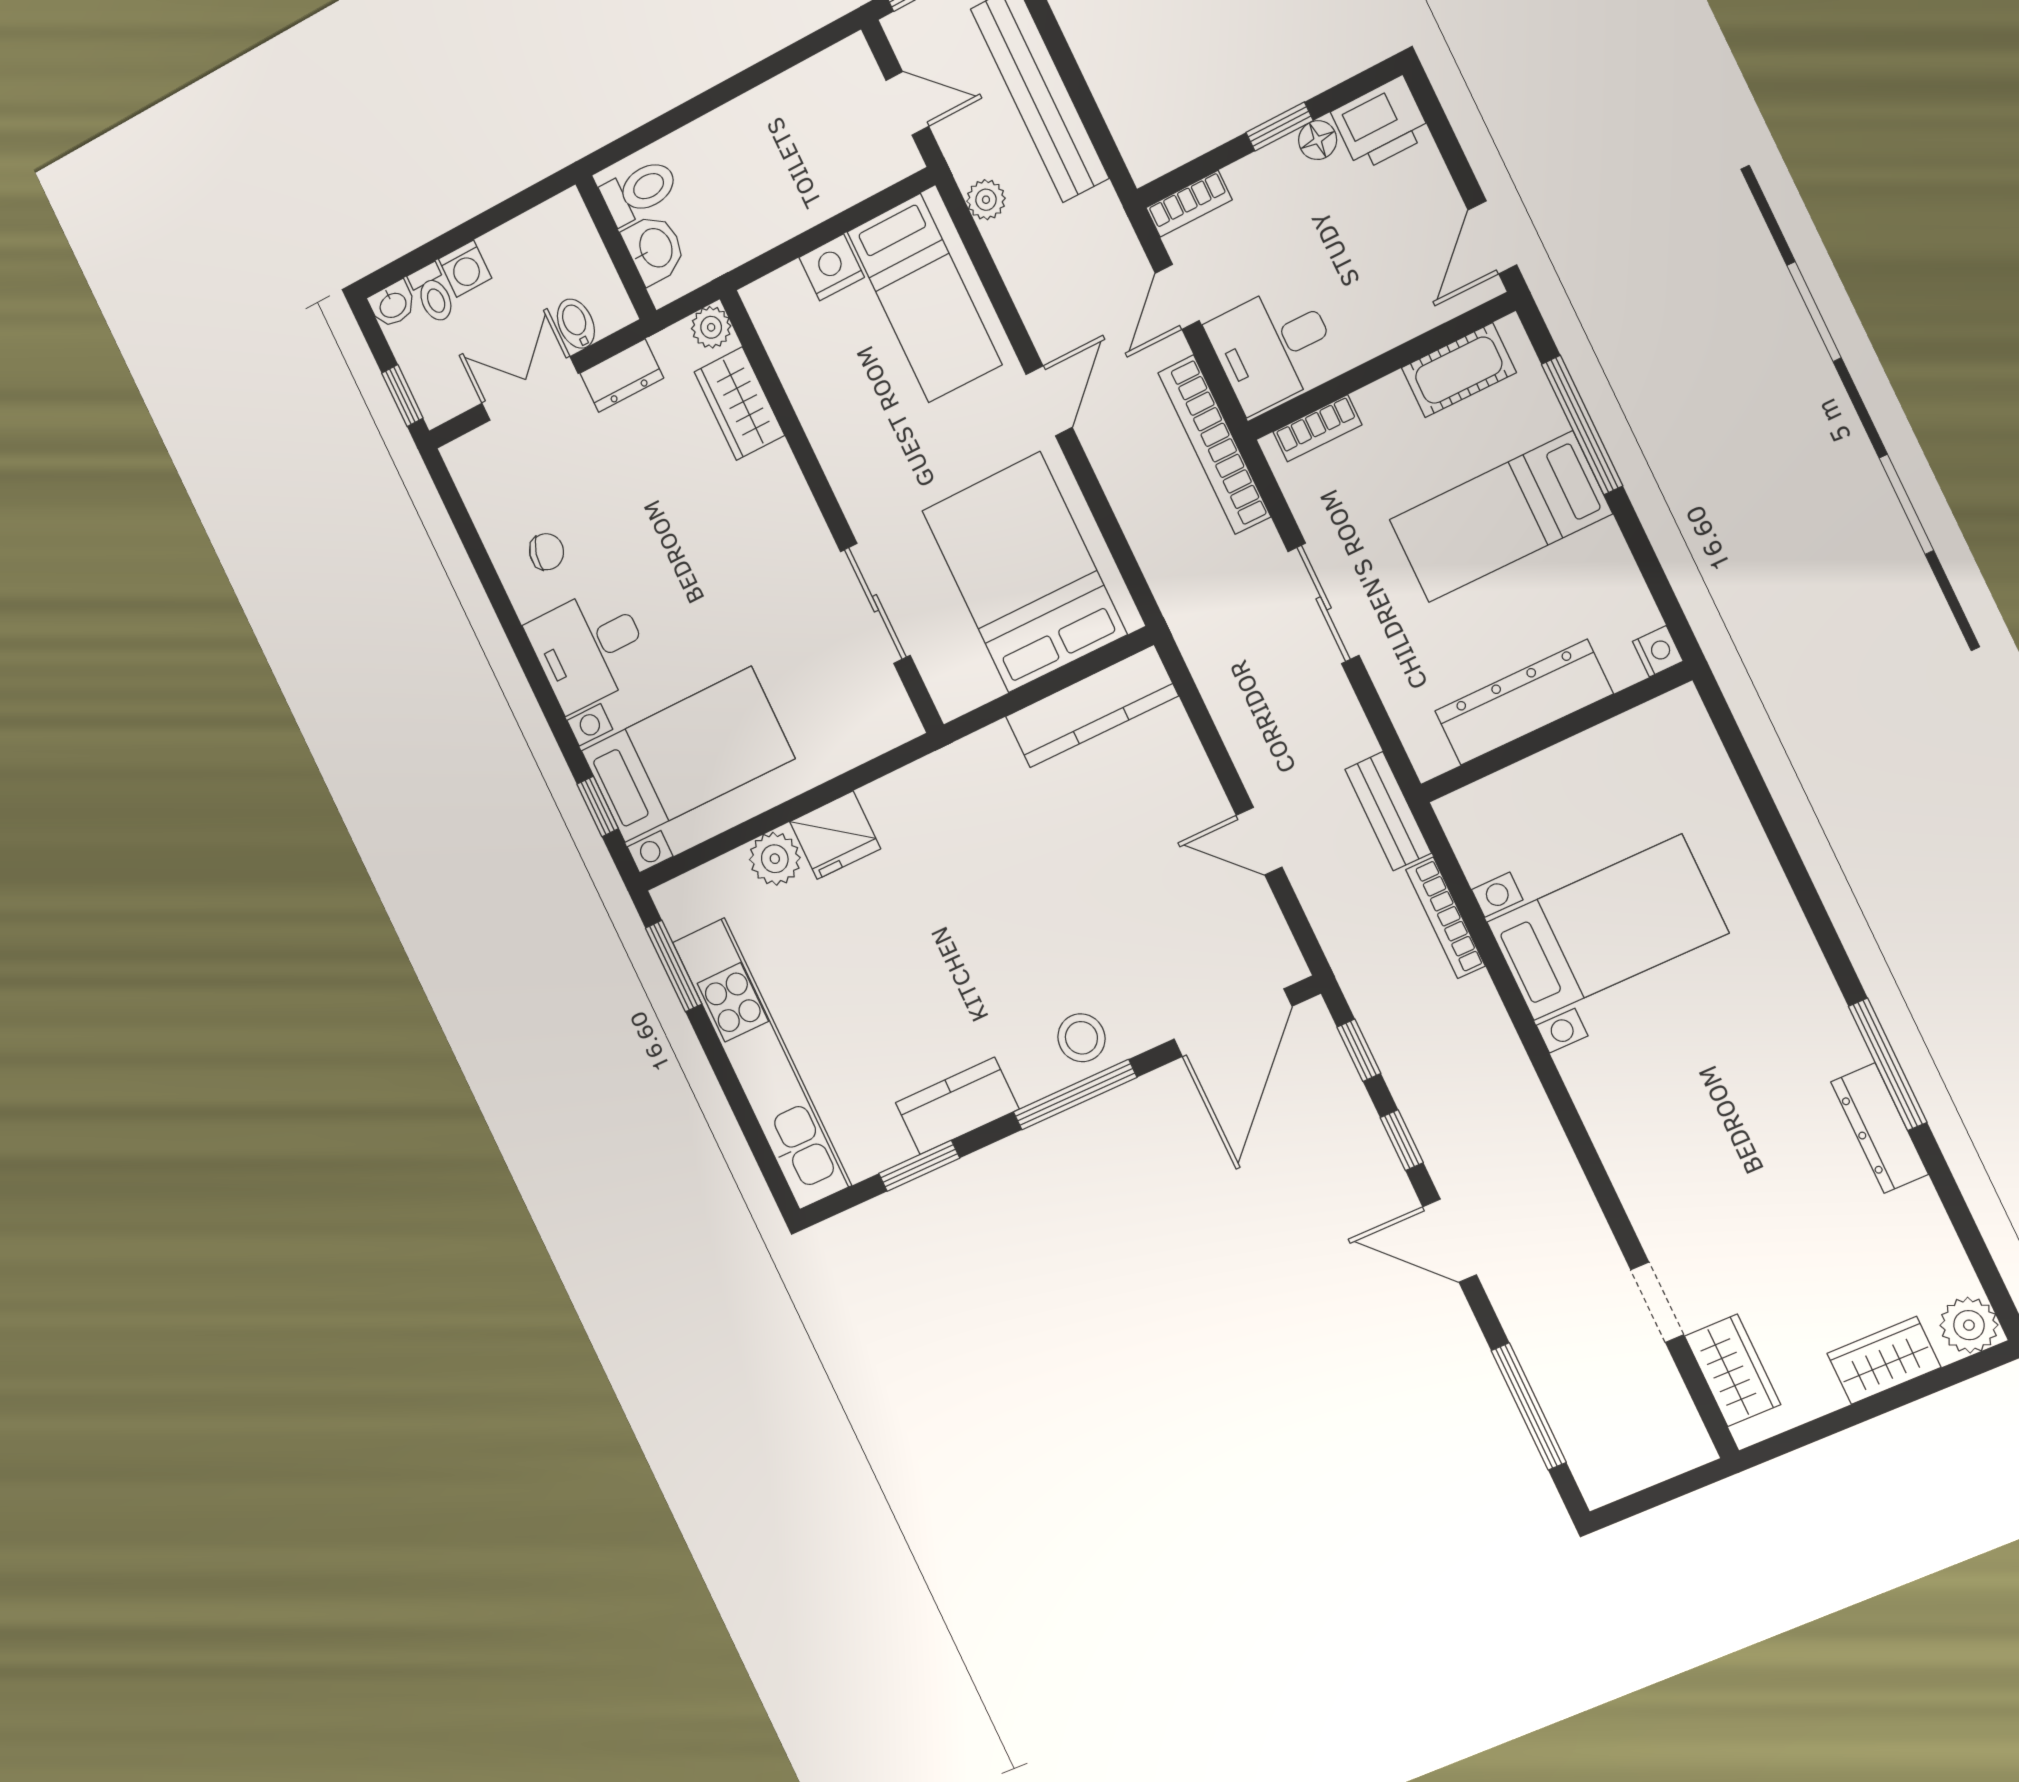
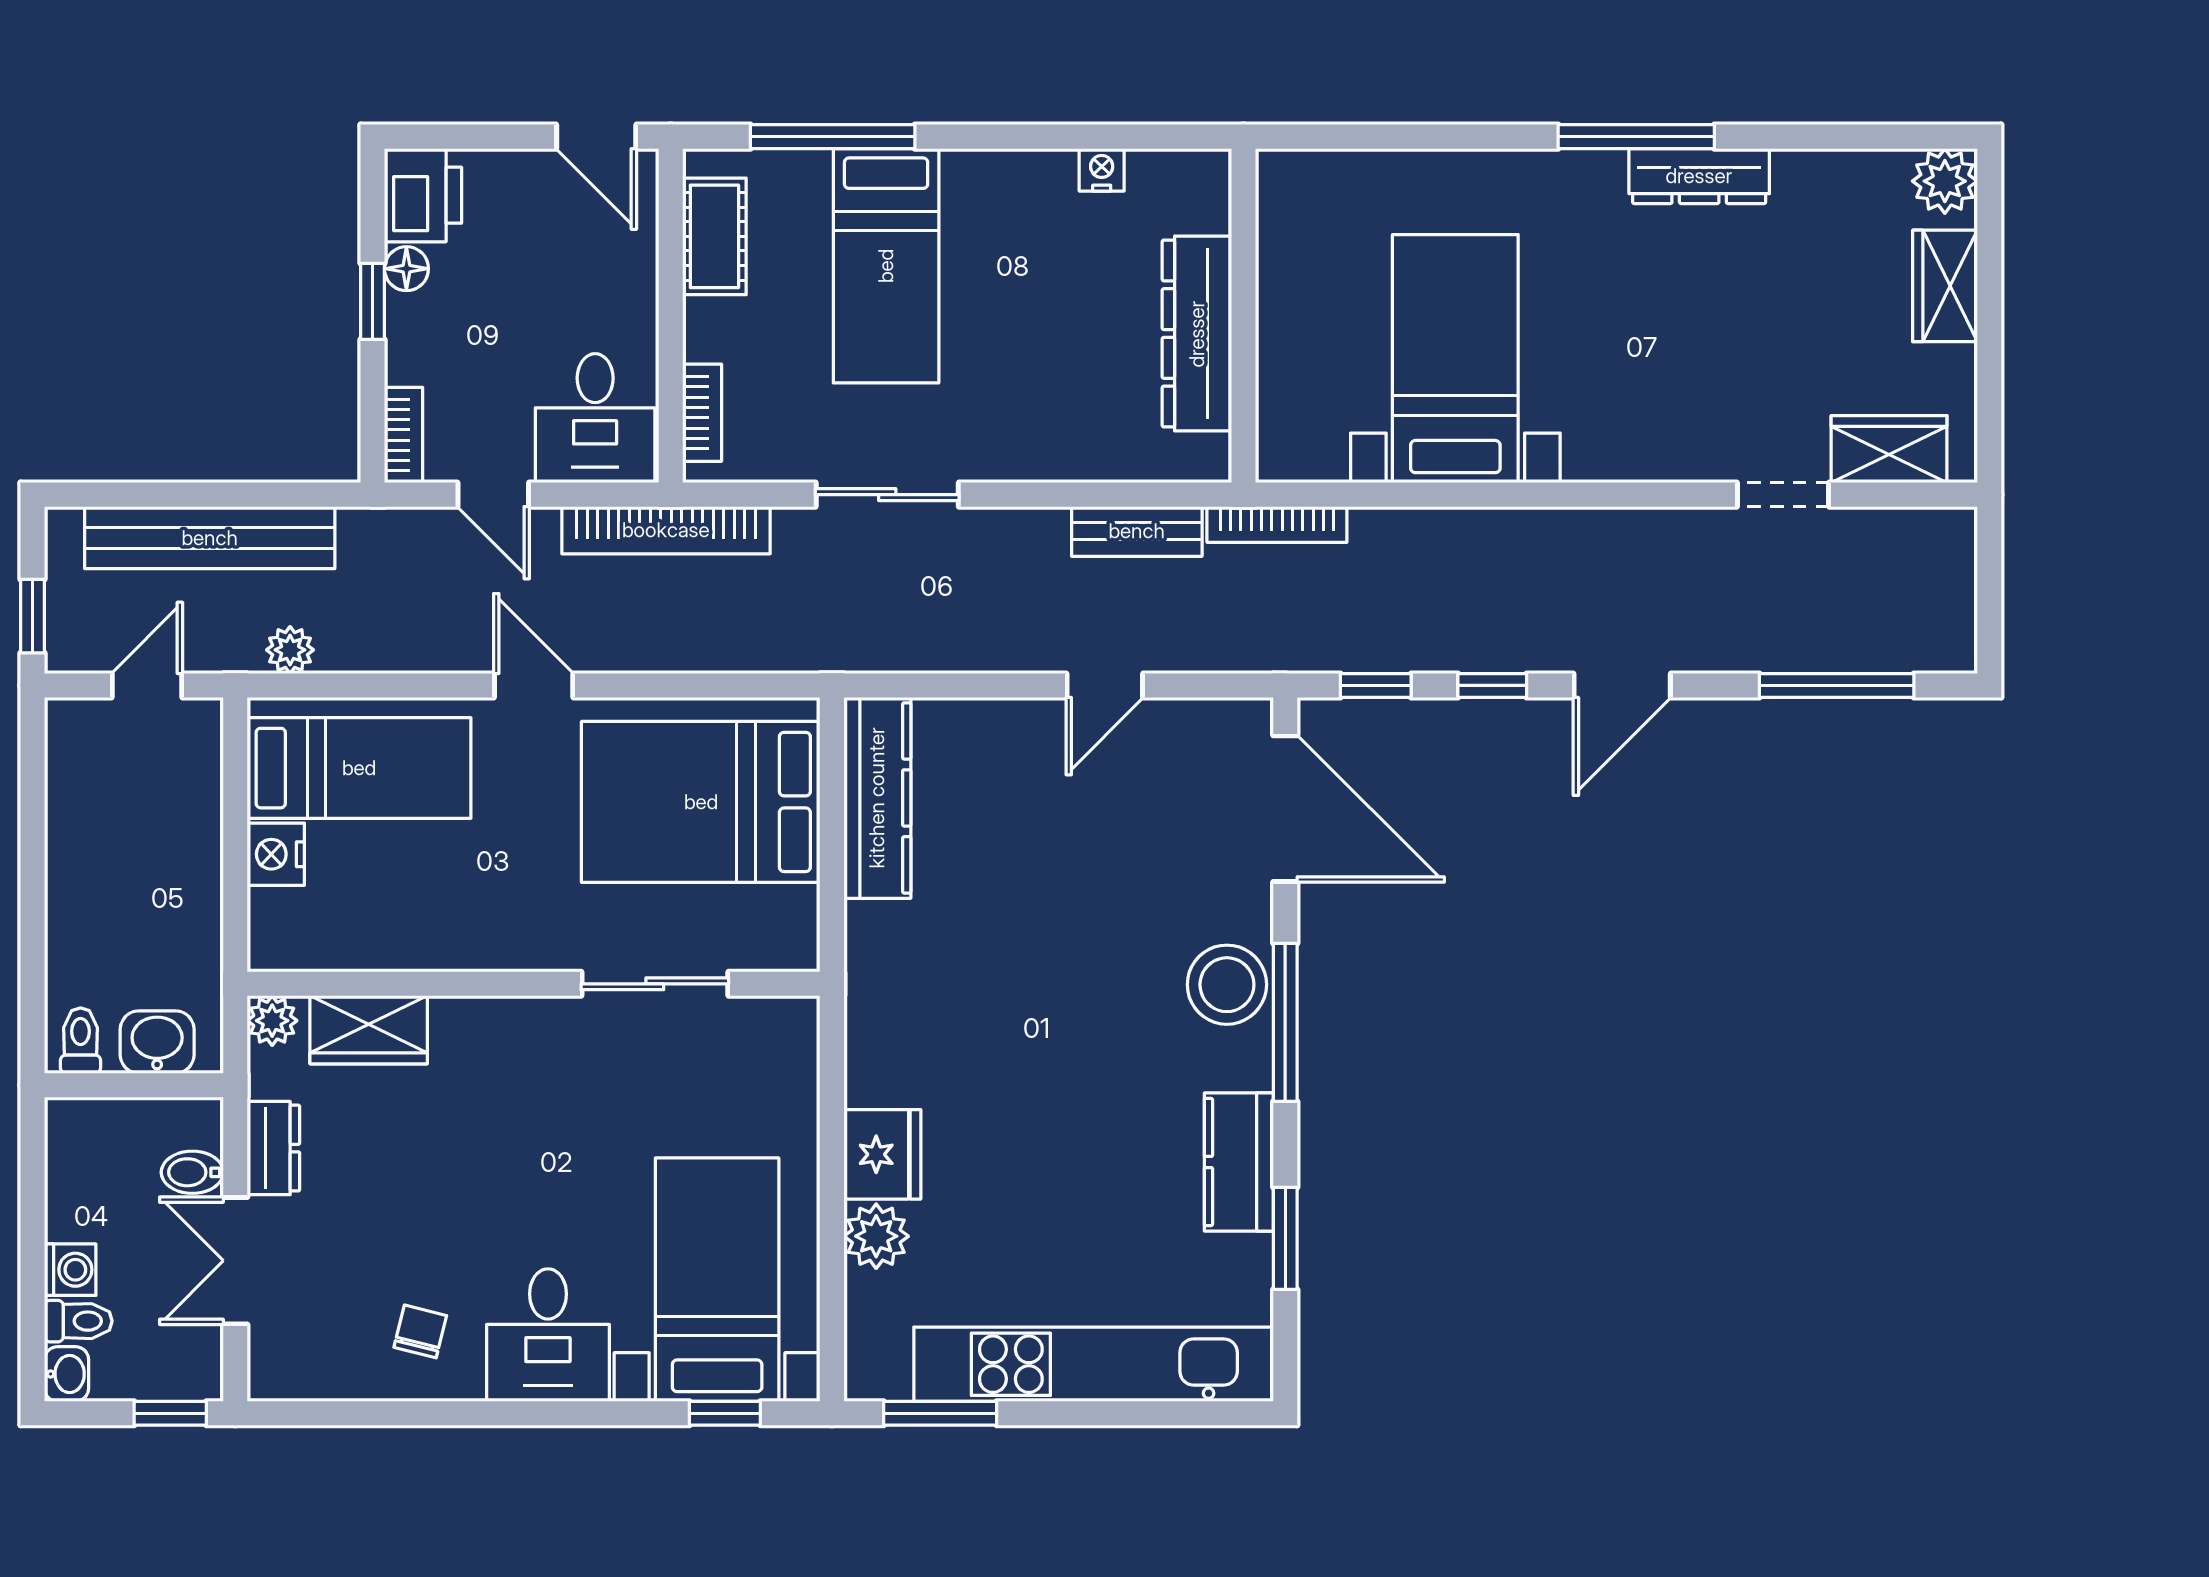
toilet: (640, 191) -> (81, 1041), width x0.73, depth x0.72
dresser: (1524, 702) -> (1197, 334), moved
wall: (1555, 732) -> (1243, 316), moved
bed with nightstands: (1607, 928) -> (1455, 359), moved
stool: (1081, 1038) -> (1227, 985), width x1.38, depth x1.38

